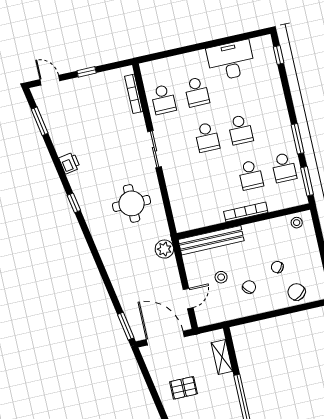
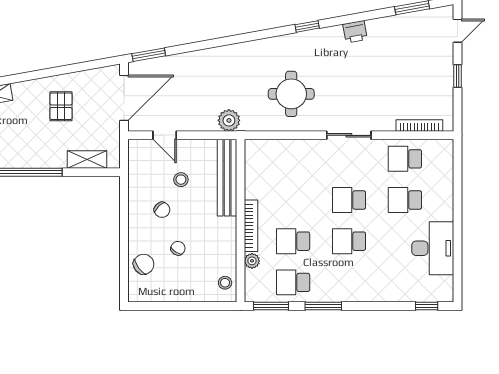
plant: (274, 205) -> (252, 261), added

